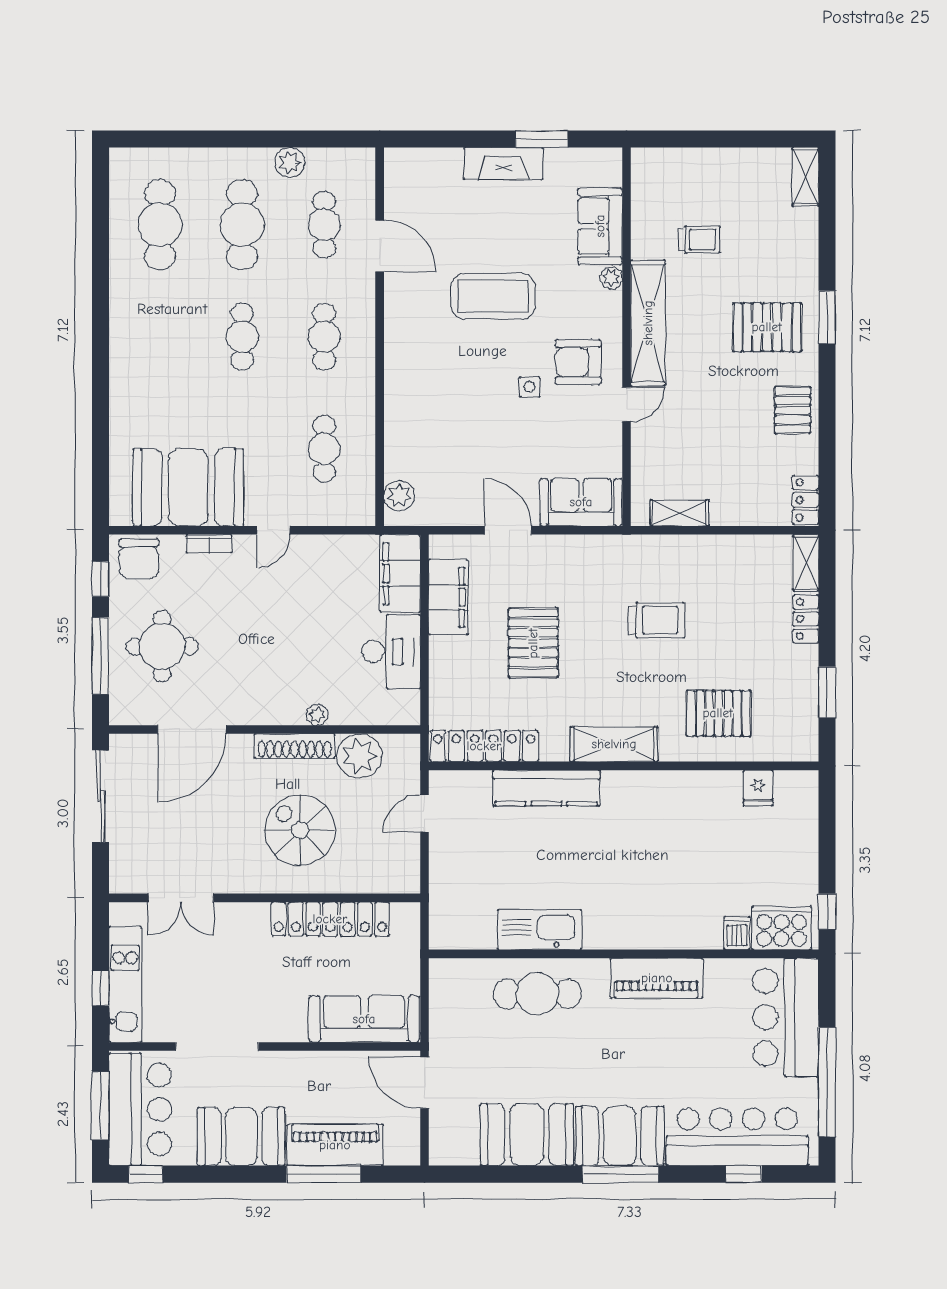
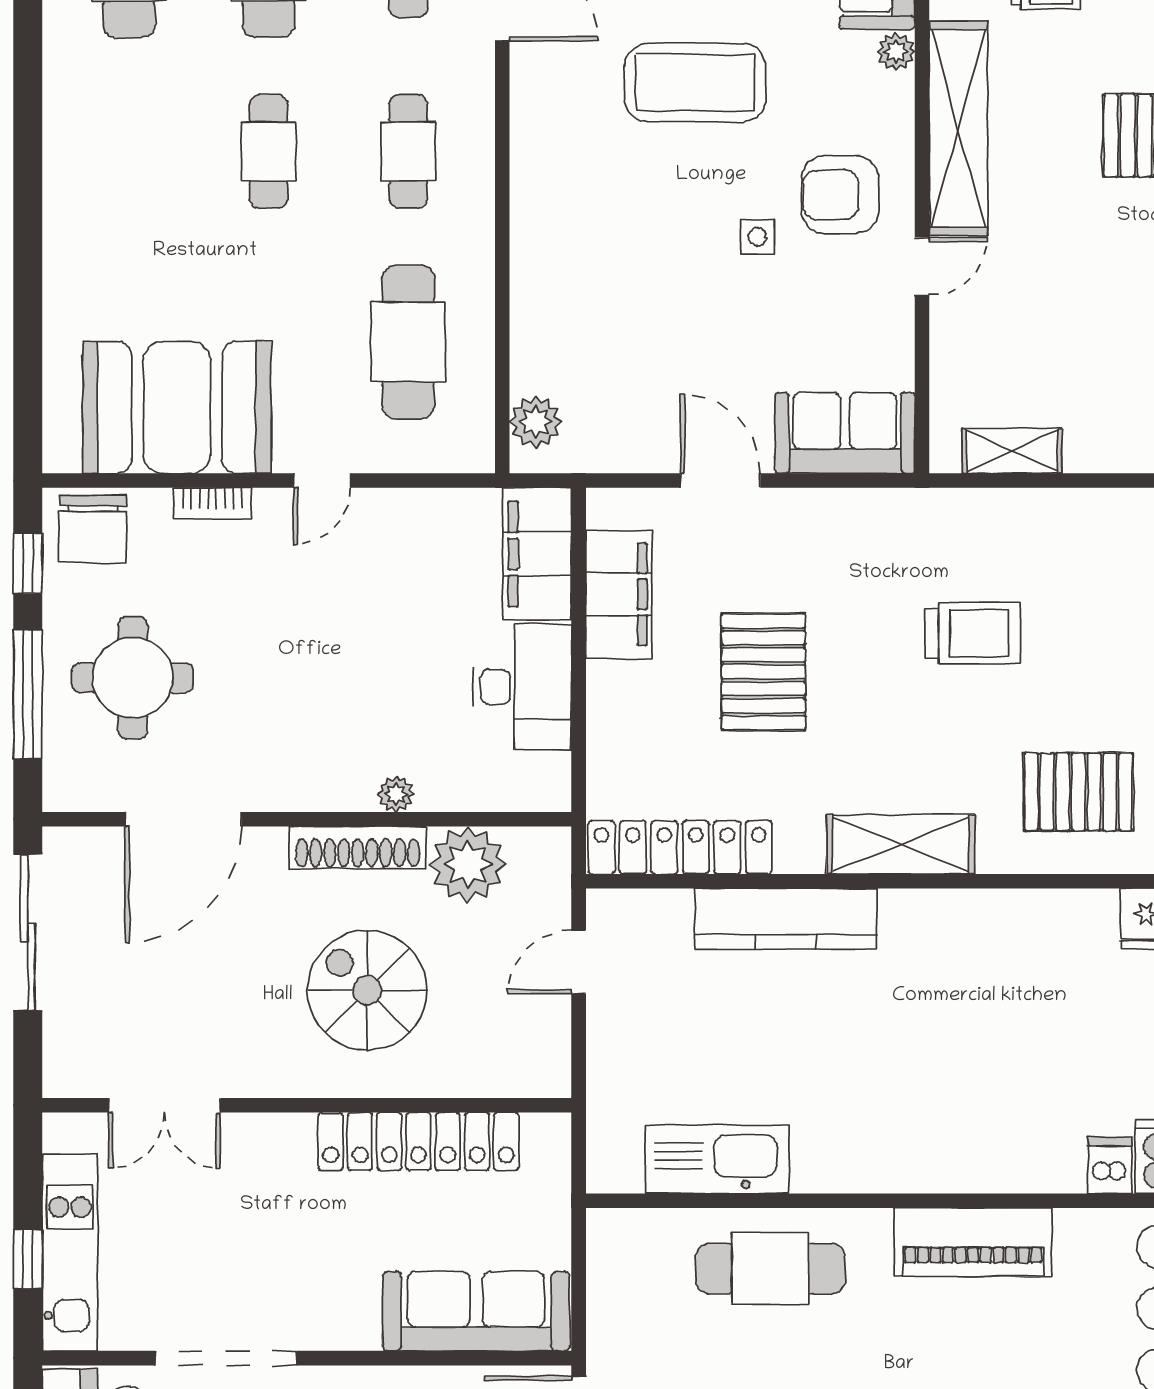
cafe table: (324, 449) -> (408, 342), width x1.37, depth x1.35
kitchen sink: (539, 930) -> (717, 1159), moved

